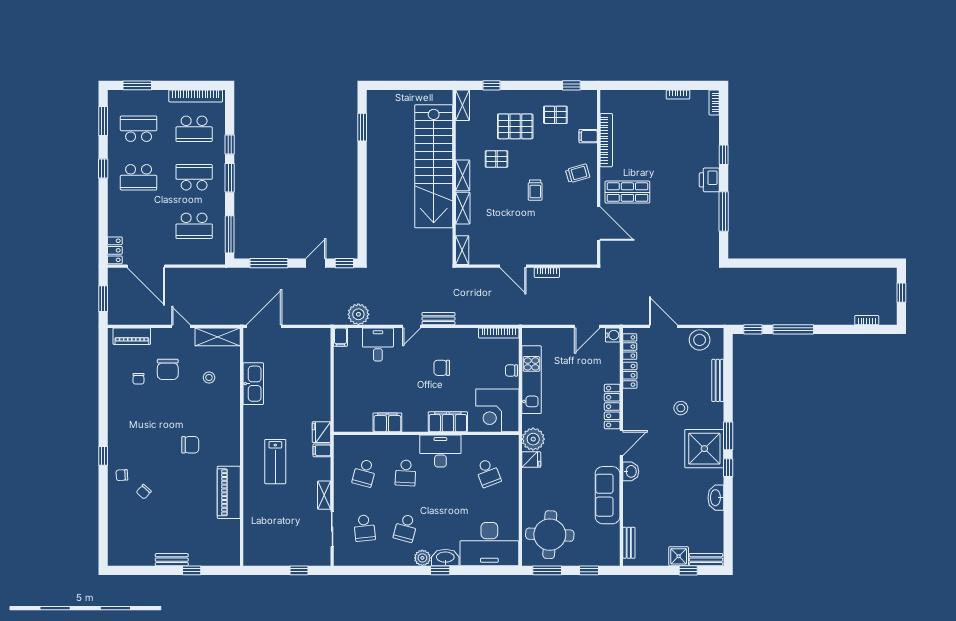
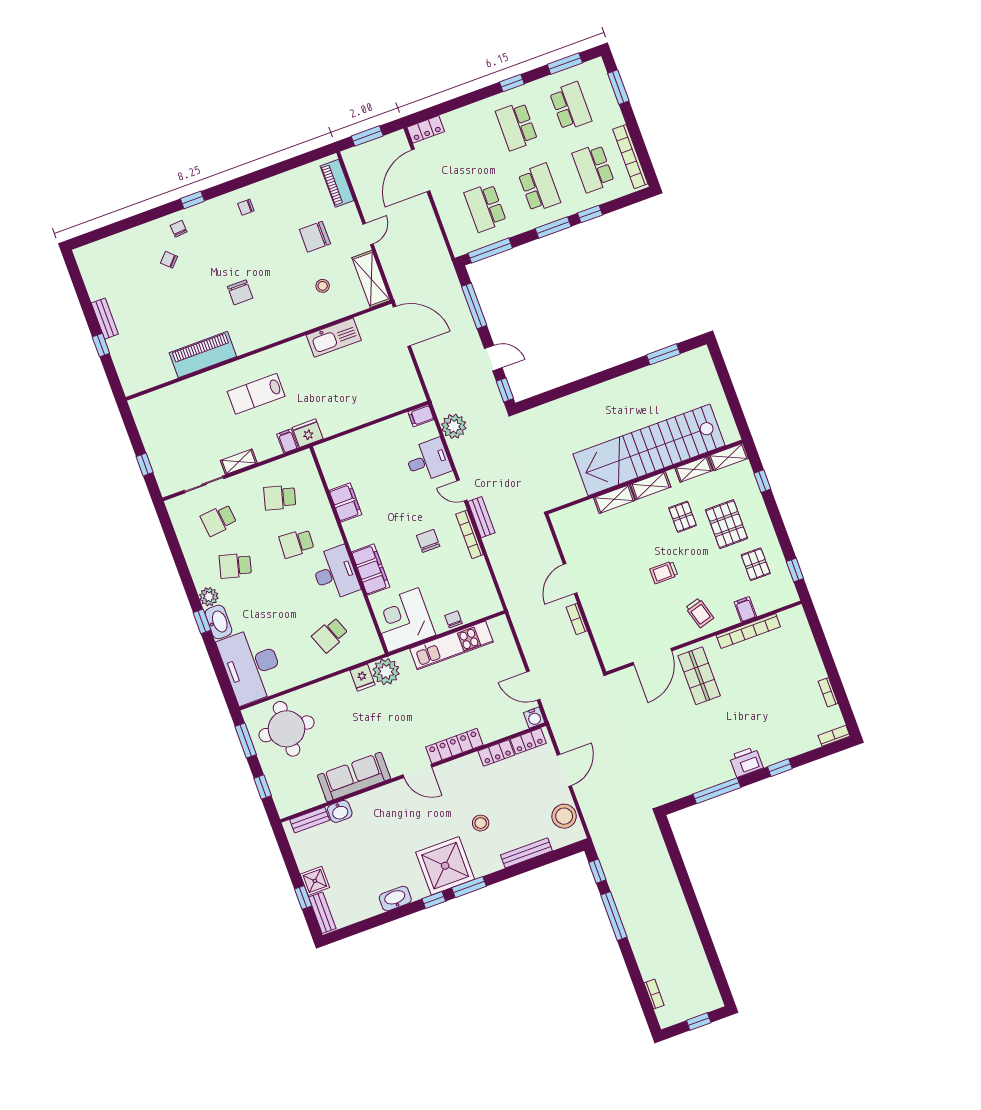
shelving: (462, 250) -> (694, 469), moved
bookcase: (499, 333) -> (470, 534), moved
chair: (138, 379) -> (246, 207), moved
washbasin: (631, 471) -> (340, 811), moved

